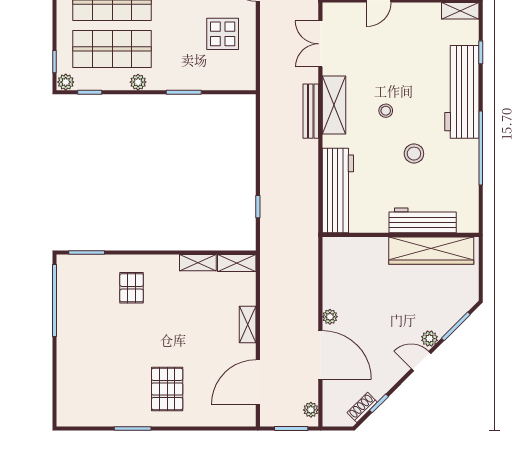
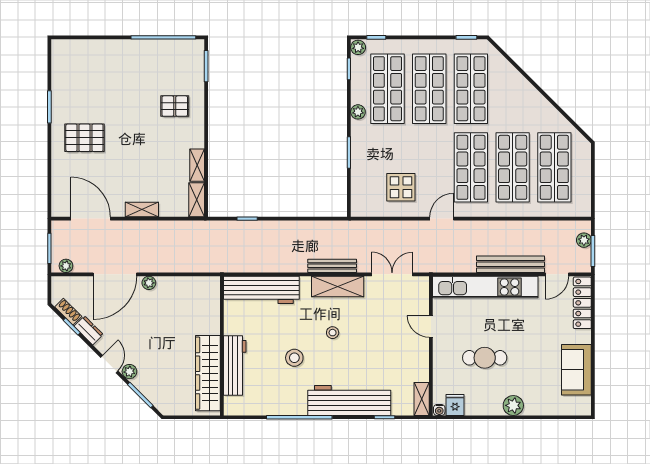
dresser: (383, 384) -> (89, 330), added

